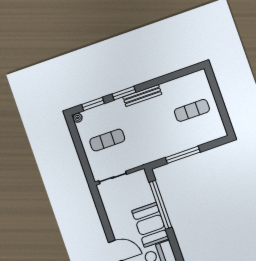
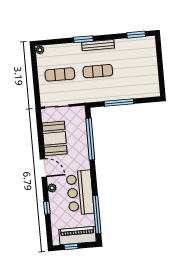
window: (93, 104) -> (136, 35), moved
exercise mat: (192, 110) -> (98, 71), moved
booth: (150, 225) -> (55, 138), moved

